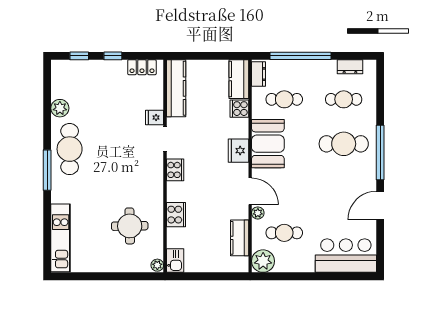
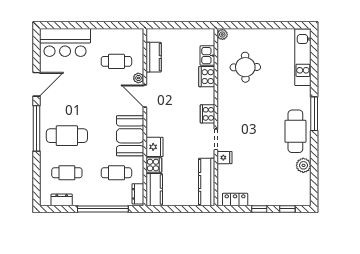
fridge: (239, 151) -> (155, 147), moved
kitchen sink: (175, 261) -> (207, 56), moved
plant: (263, 261) -> (134, 38), removed

